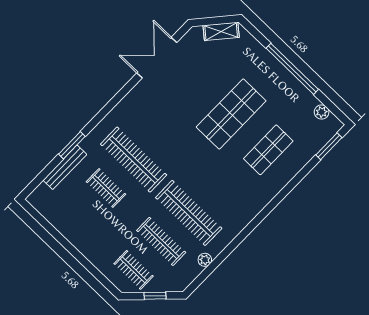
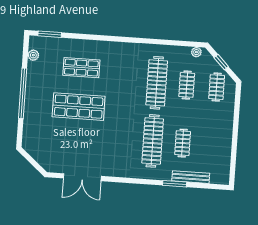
shelving: (221, 31) -> (36, 153), removed
clothes rail: (161, 241) -> (187, 85), width x0.73
plant: (205, 260) -> (196, 52), moved

